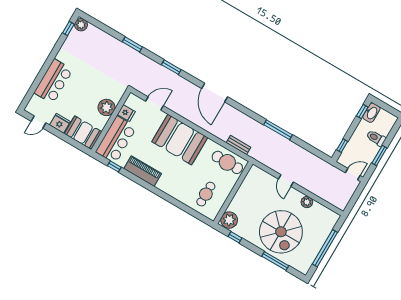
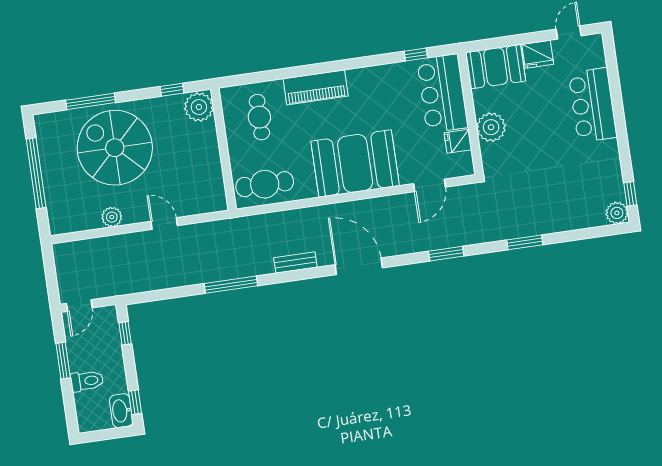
bench: (239, 145) -> (295, 263), moved
piano: (143, 171) -> (316, 87), moved

